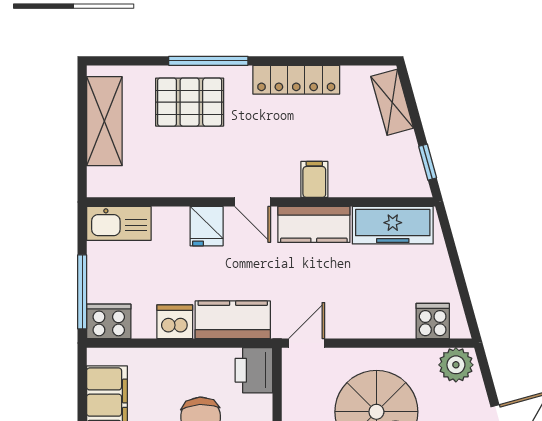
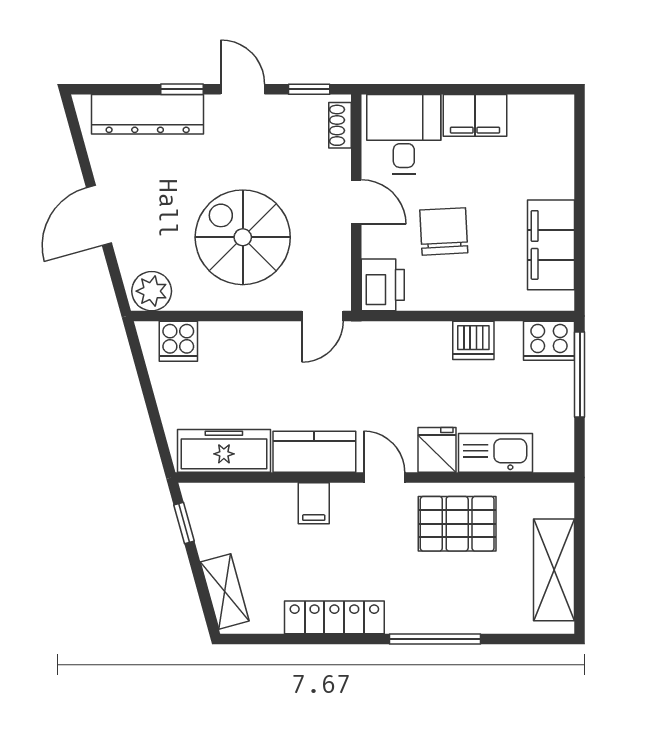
pallet: (190, 102) -> (457, 524), moved
kitchen sink: (119, 223) -> (496, 453), moved
kitchen counter: (233, 320) -> (407, 343), removed

